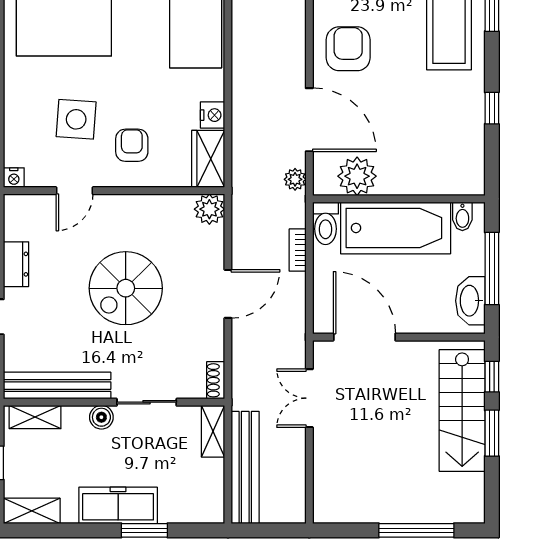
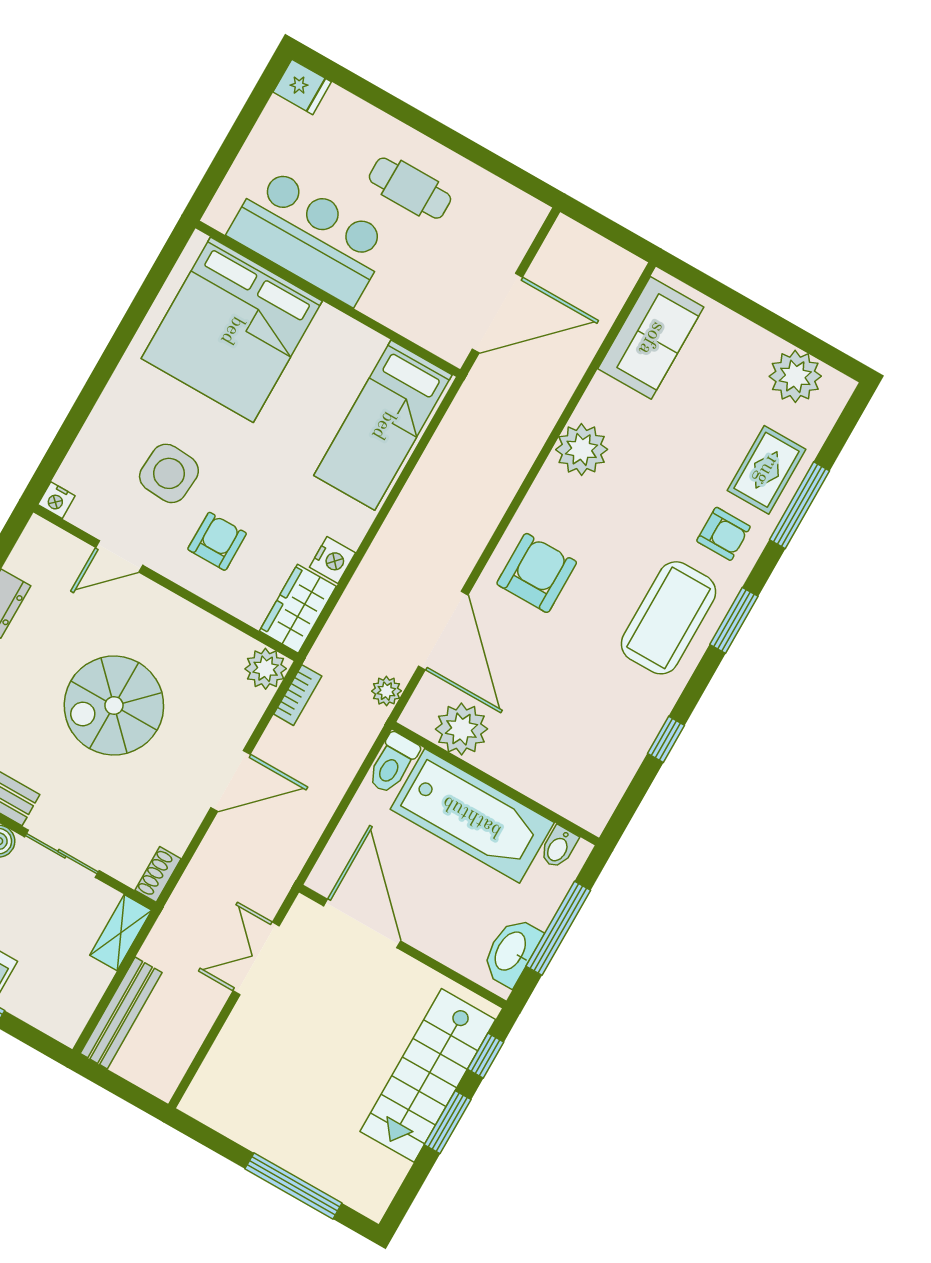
bookcase: (298, 250) -> (298, 695), moved, turned 180
bench: (245, 468) -> (121, 1013), width x0.73, depth x0.82

